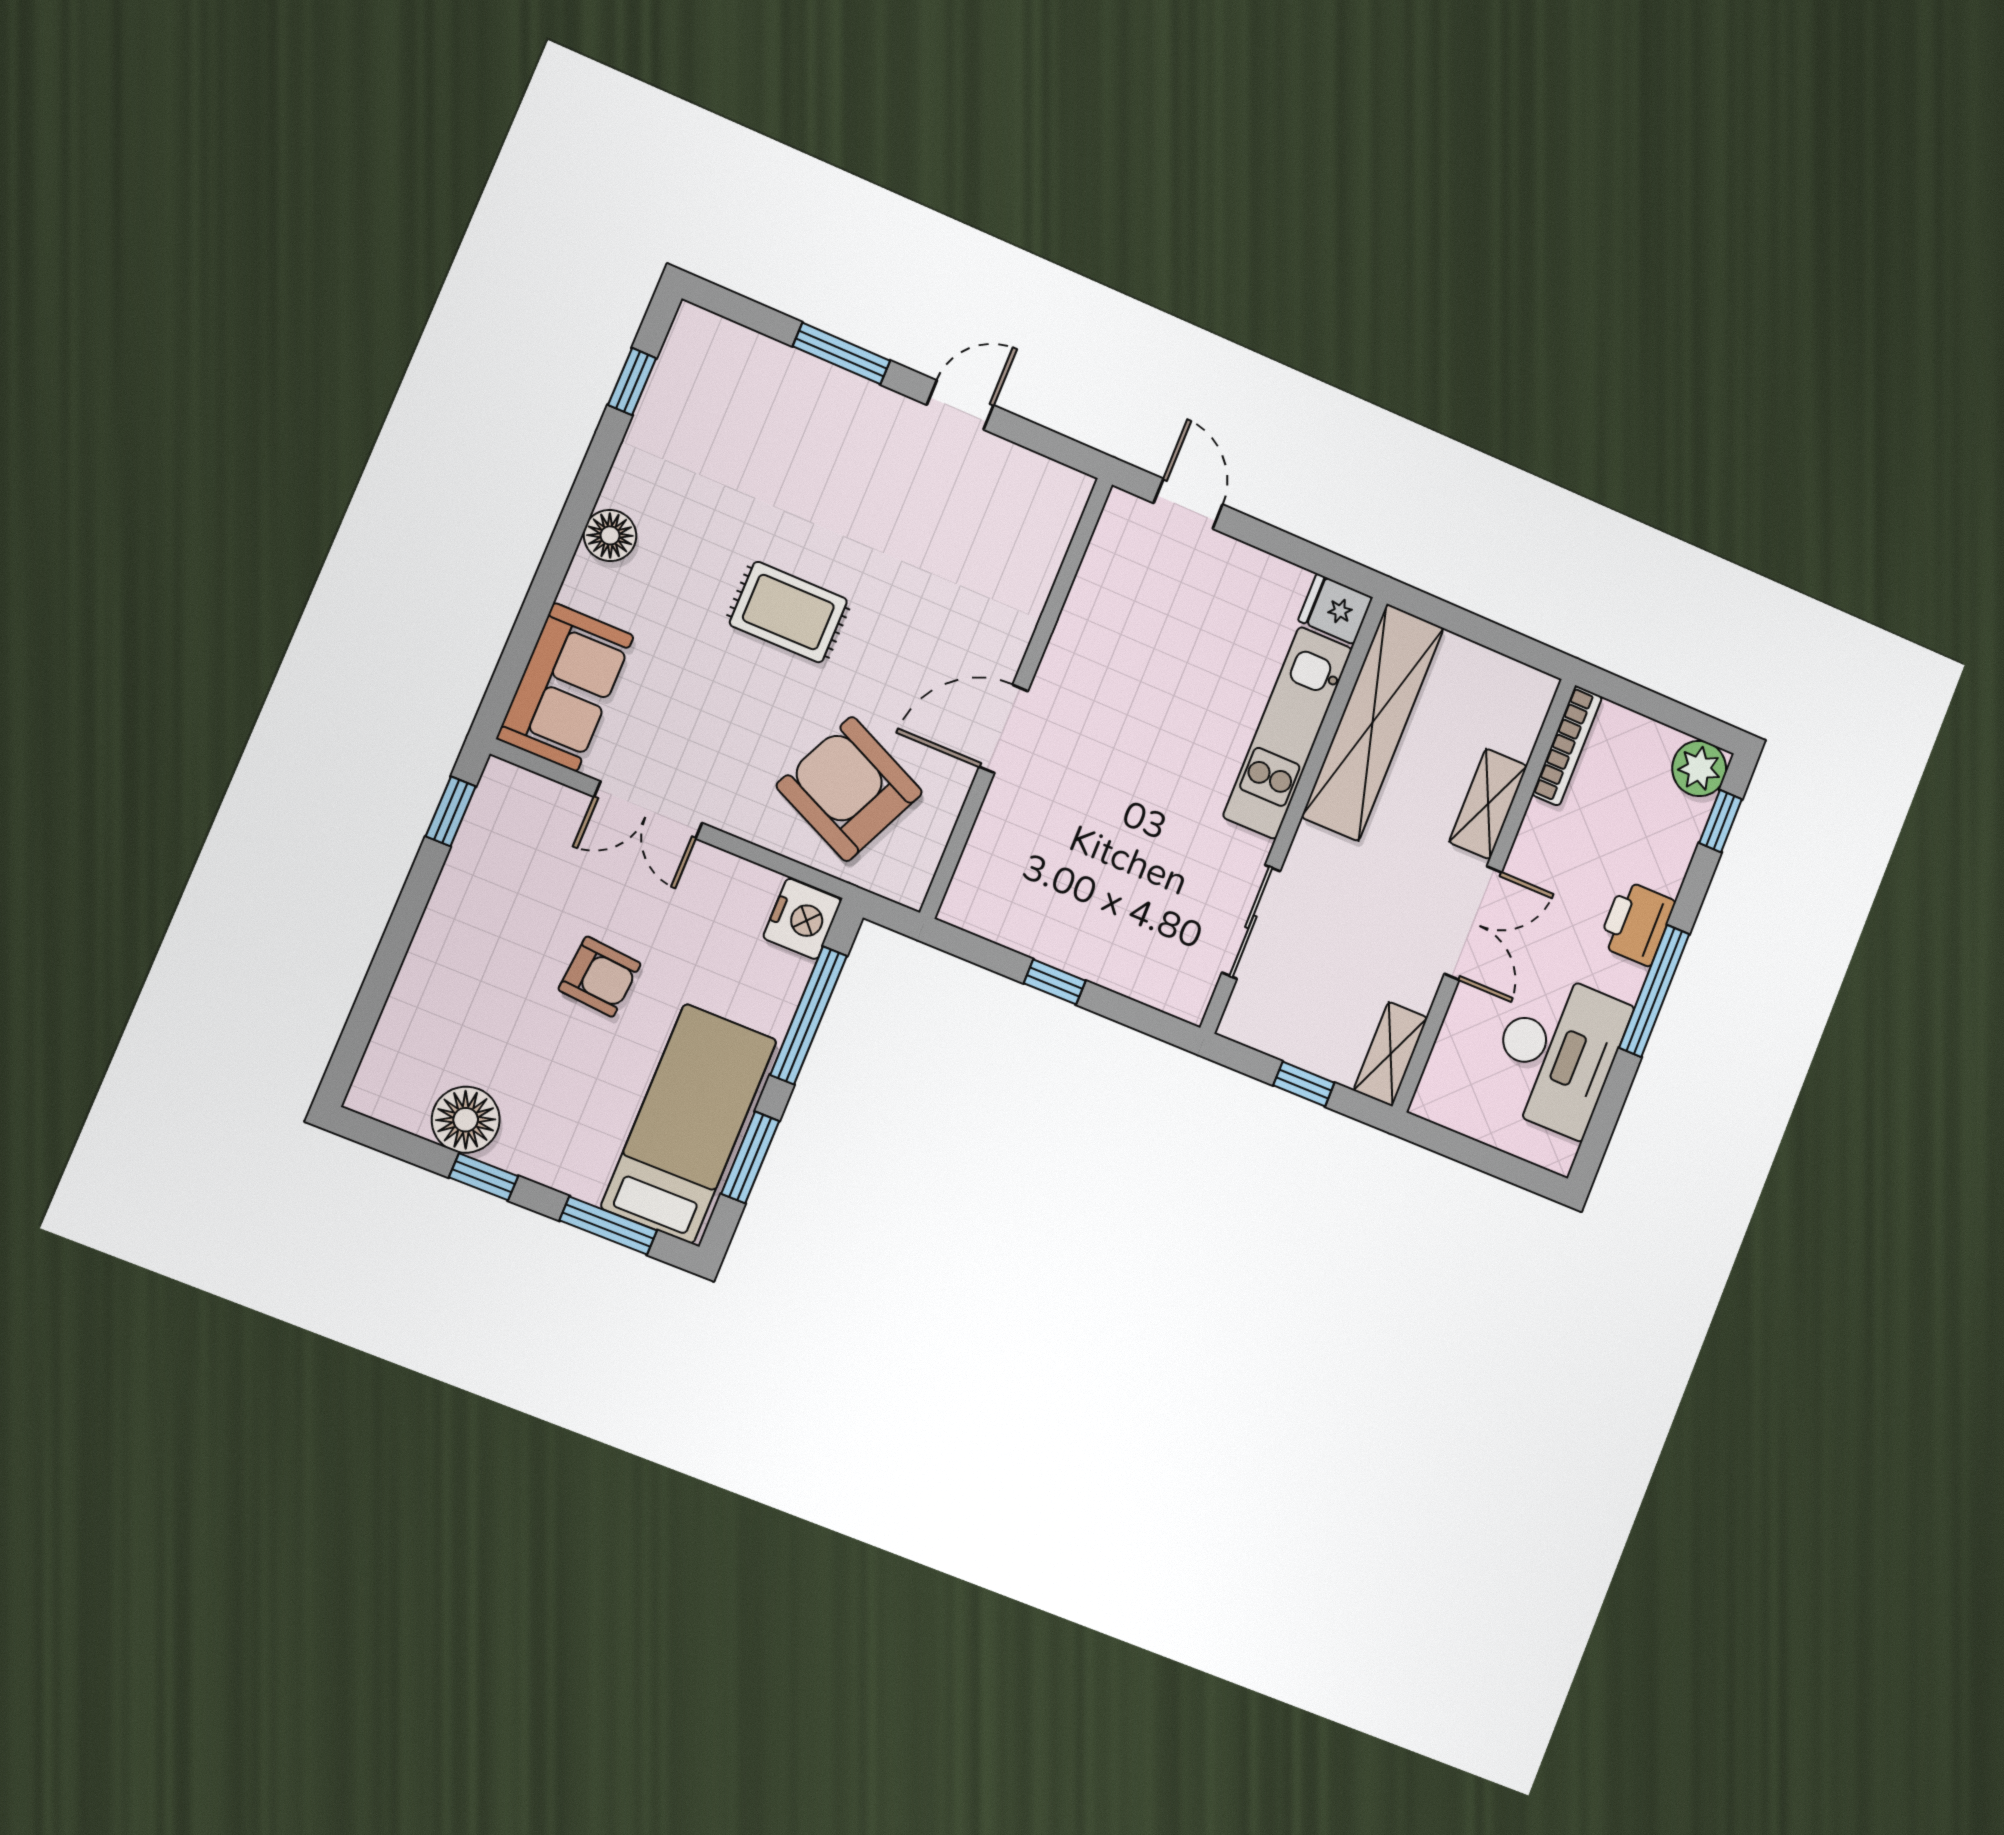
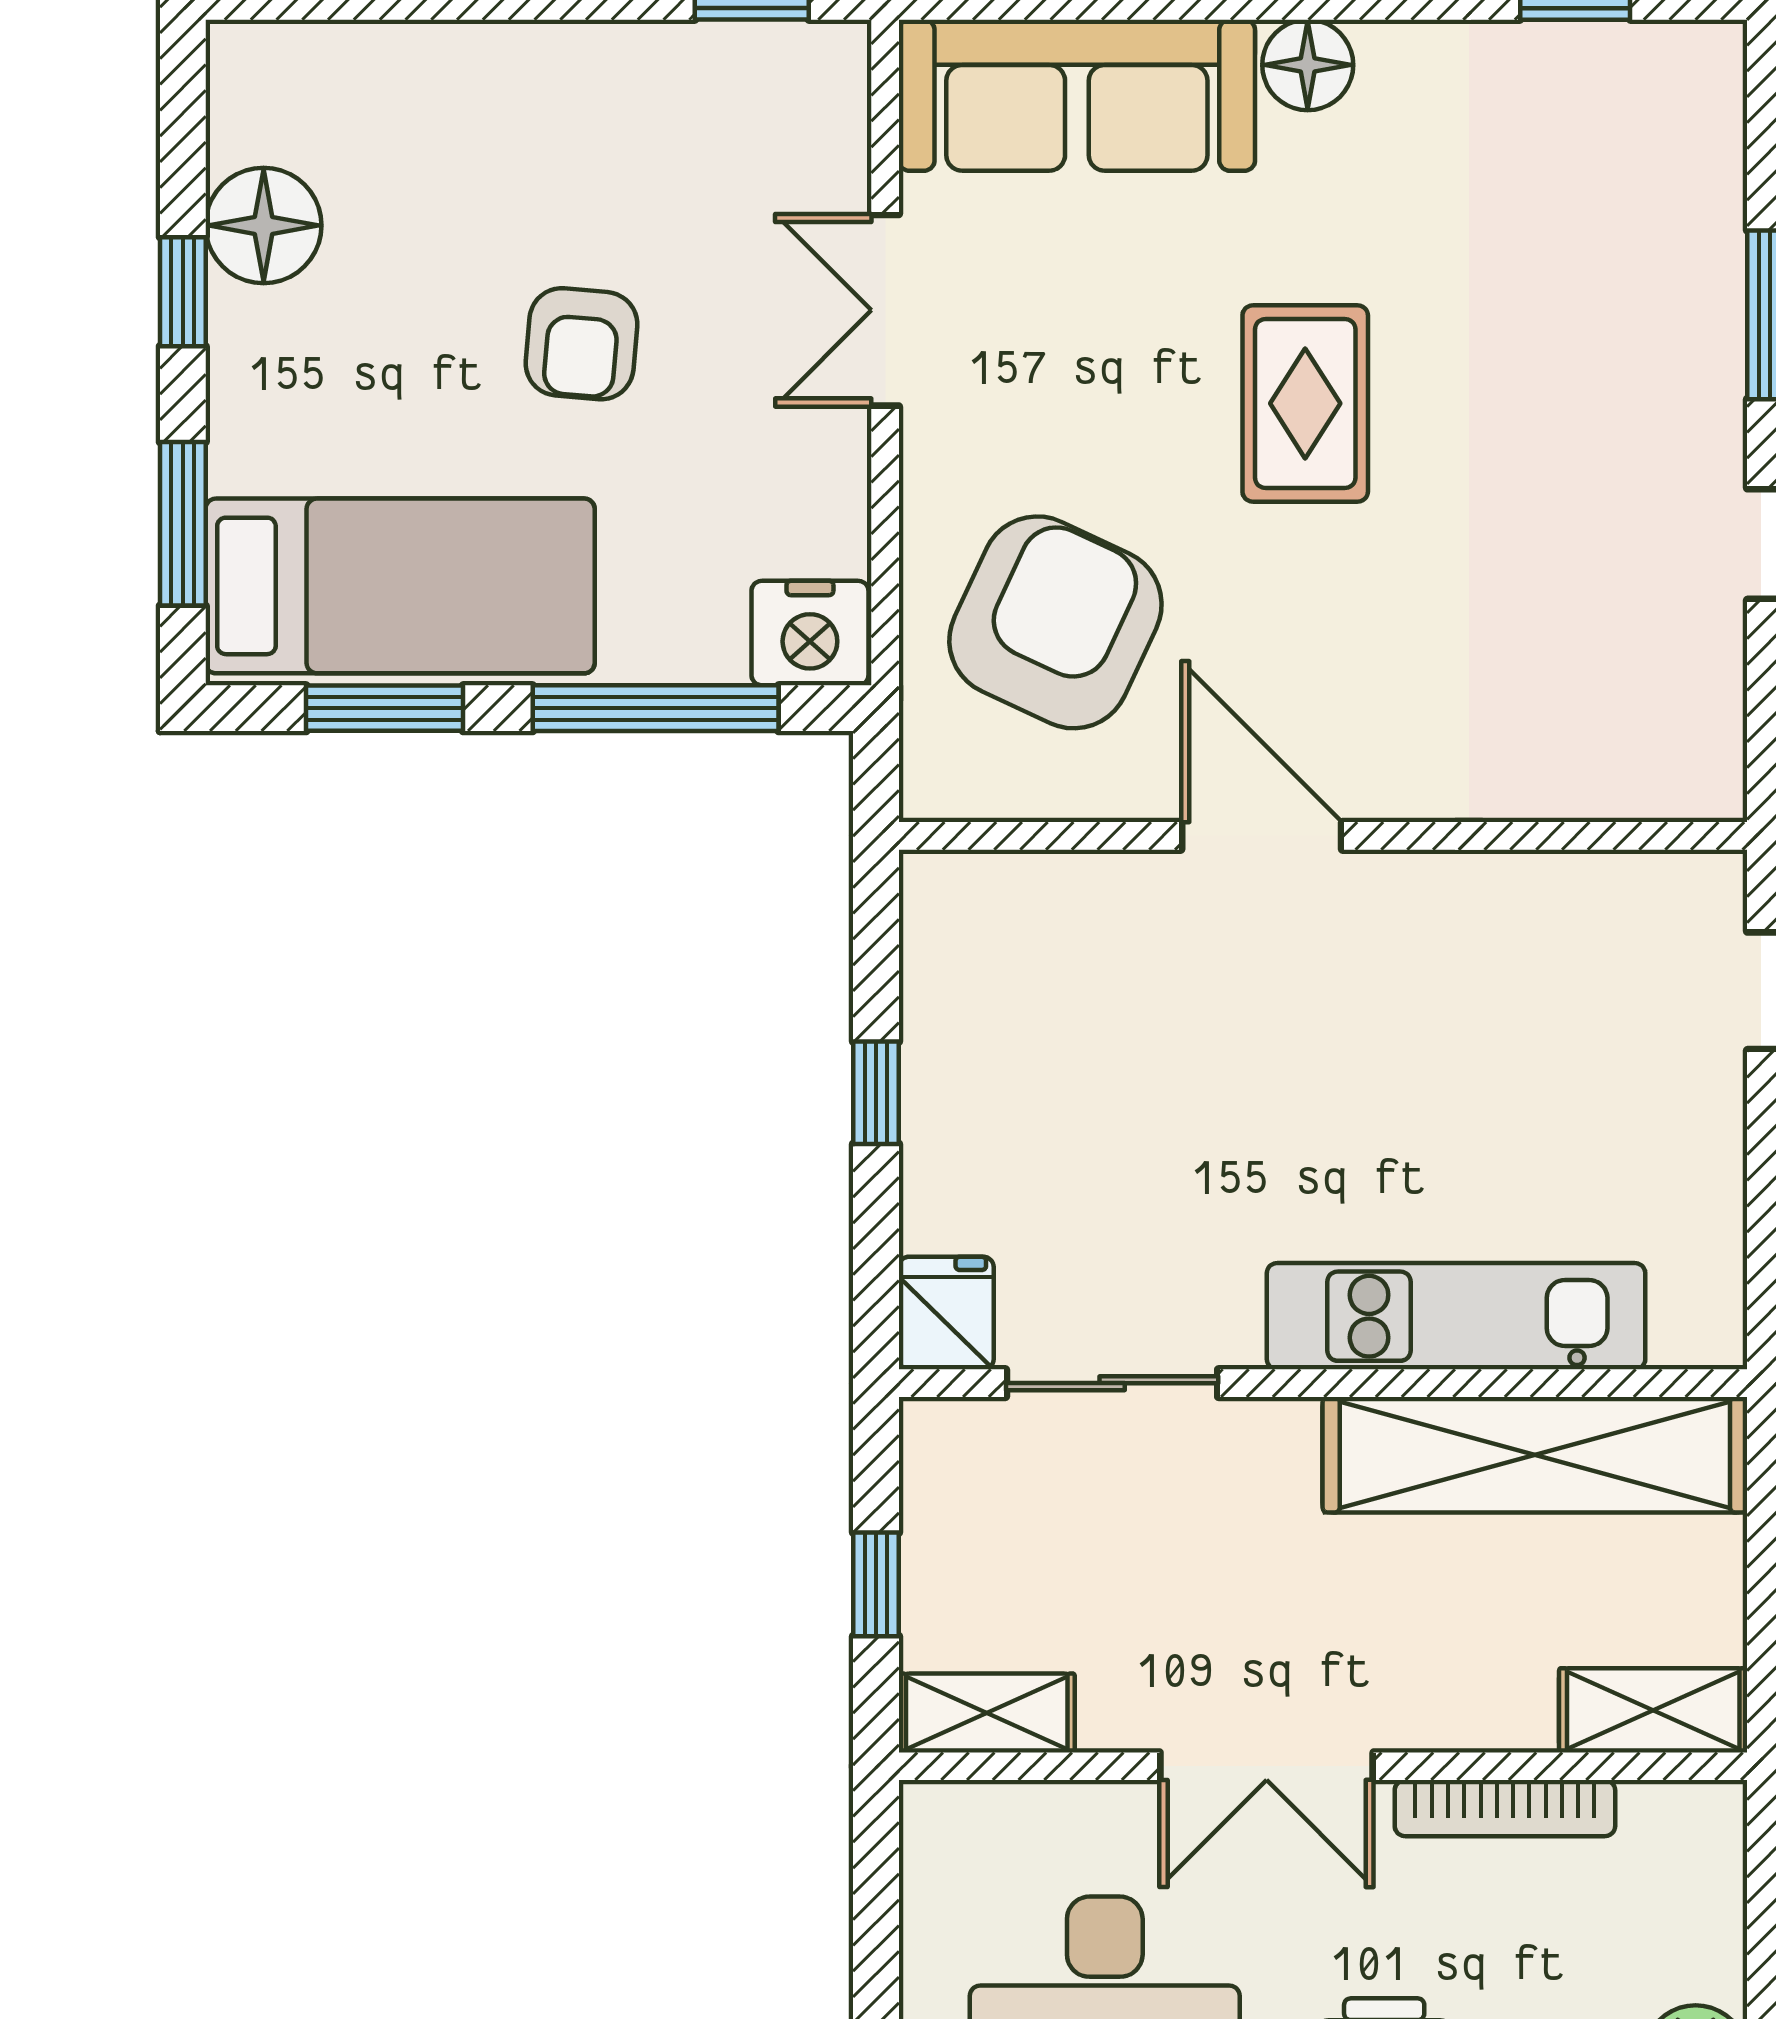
fridge: (1335, 609) -> (946, 1313), moved
sofa: (565, 687) -> (1077, 95), width x1.36
bookcase: (1567, 746) -> (1505, 1808), moved
shelving: (1488, 804) -> (1653, 1710), moved

